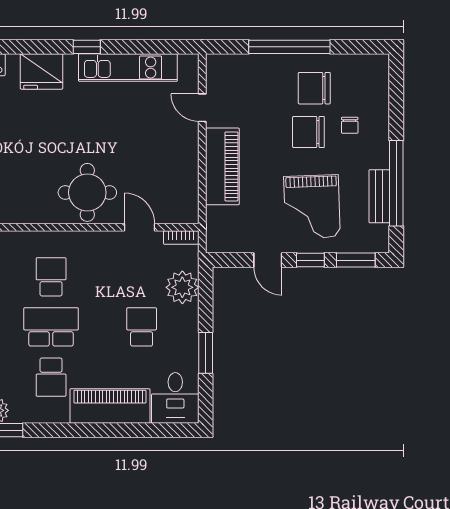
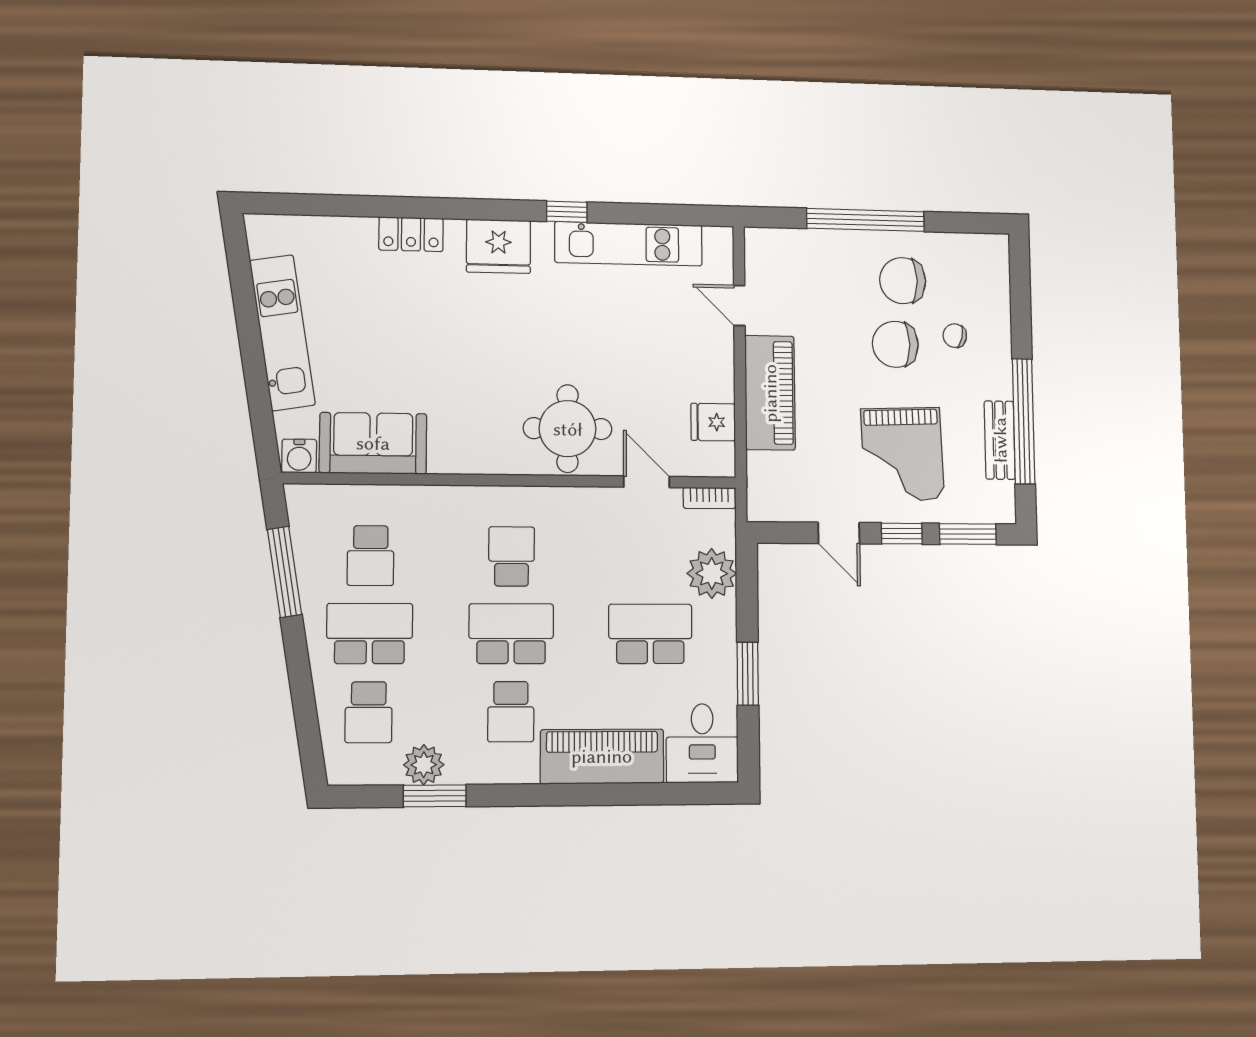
chair: (350, 125) -> (955, 336), turned 102
fridge: (184, 187) -> (713, 422), added
school desk: (142, 327) -> (650, 634), width x1.85

